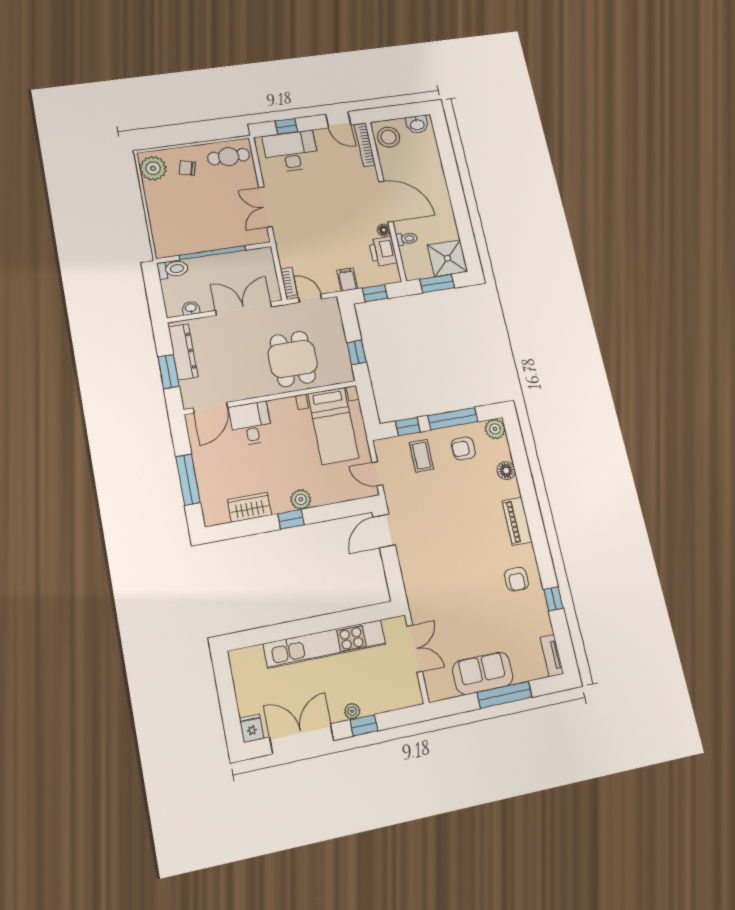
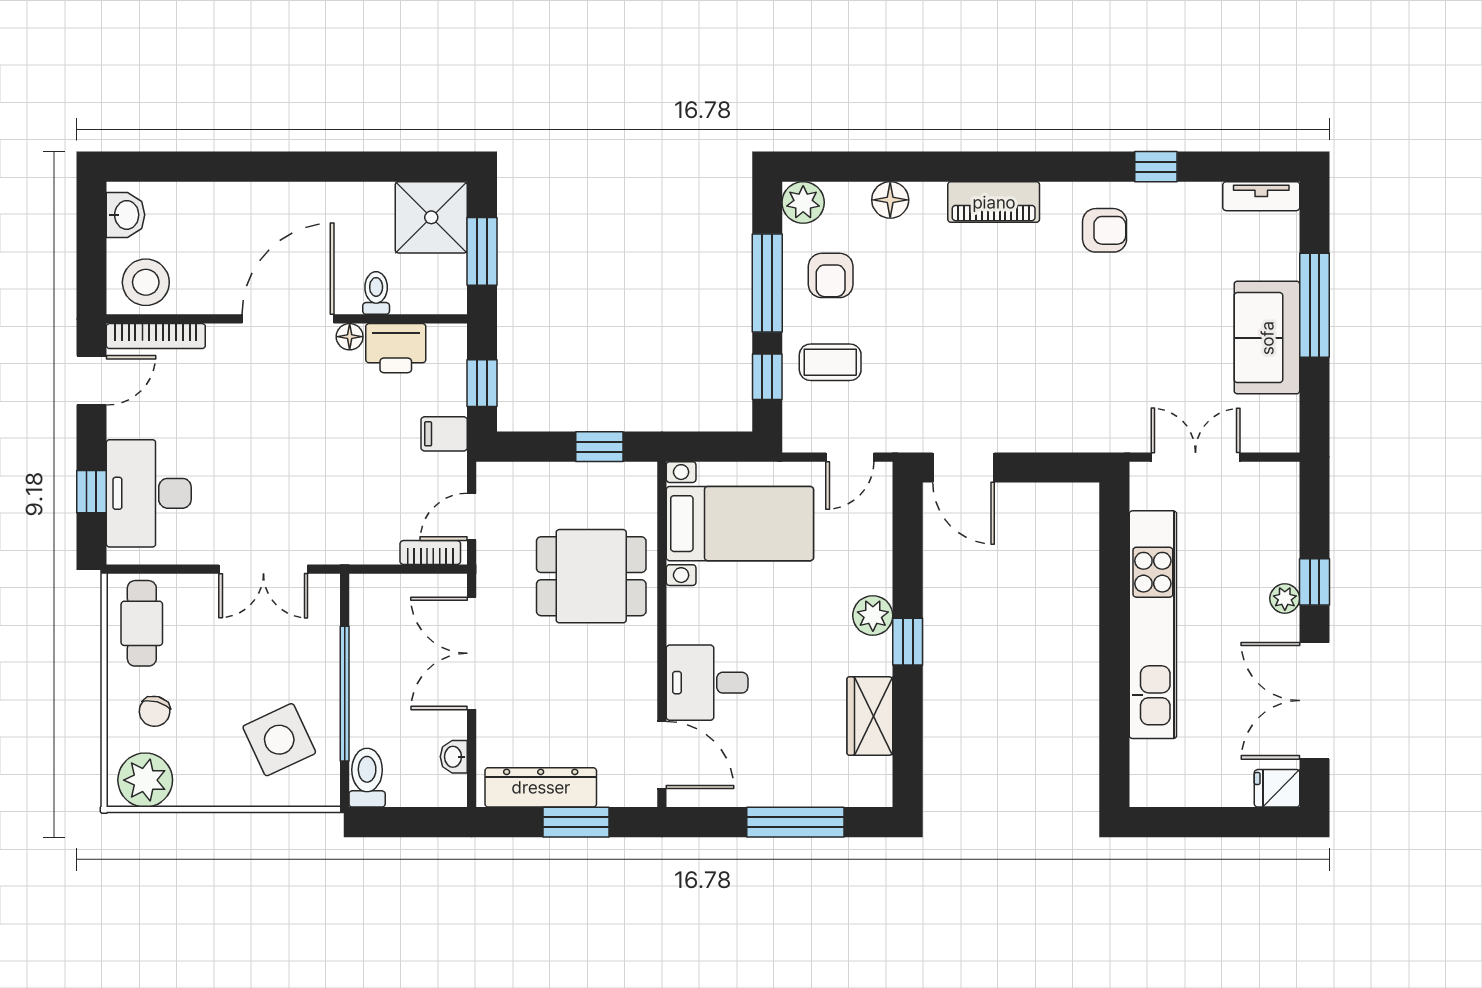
side table: (184, 226) -> (279, 740), added

